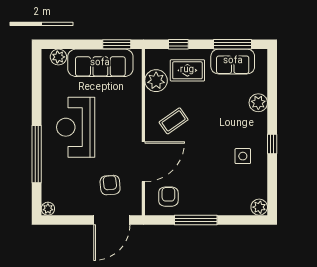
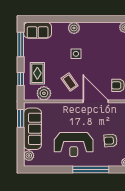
sofa: (233, 61) -> (38, 30), moved, turned 90
plant: (258, 103) -> (74, 28), moved
window: (272, 144) -> (84, 19), removed
side table: (243, 156) -> (76, 54), moved
armchair: (110, 185) -> (111, 140), moved

